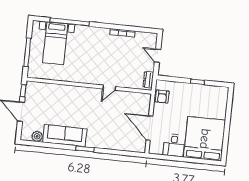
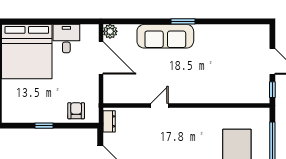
armchair: (162, 97) -> (76, 111), moved
plant: (37, 136) -> (110, 31), moved
sofa: (65, 136) -> (165, 36), moved

